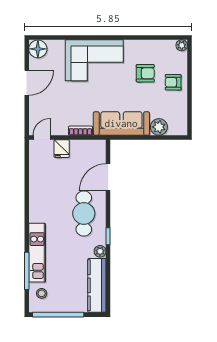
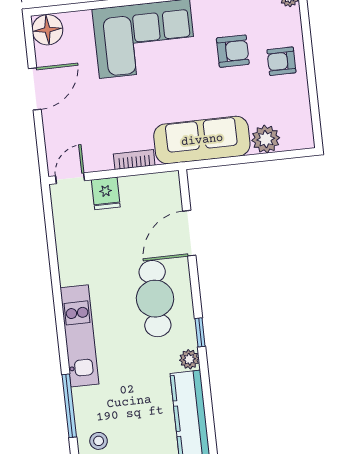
kitchen unit: (37, 253) -> (80, 336), moved

